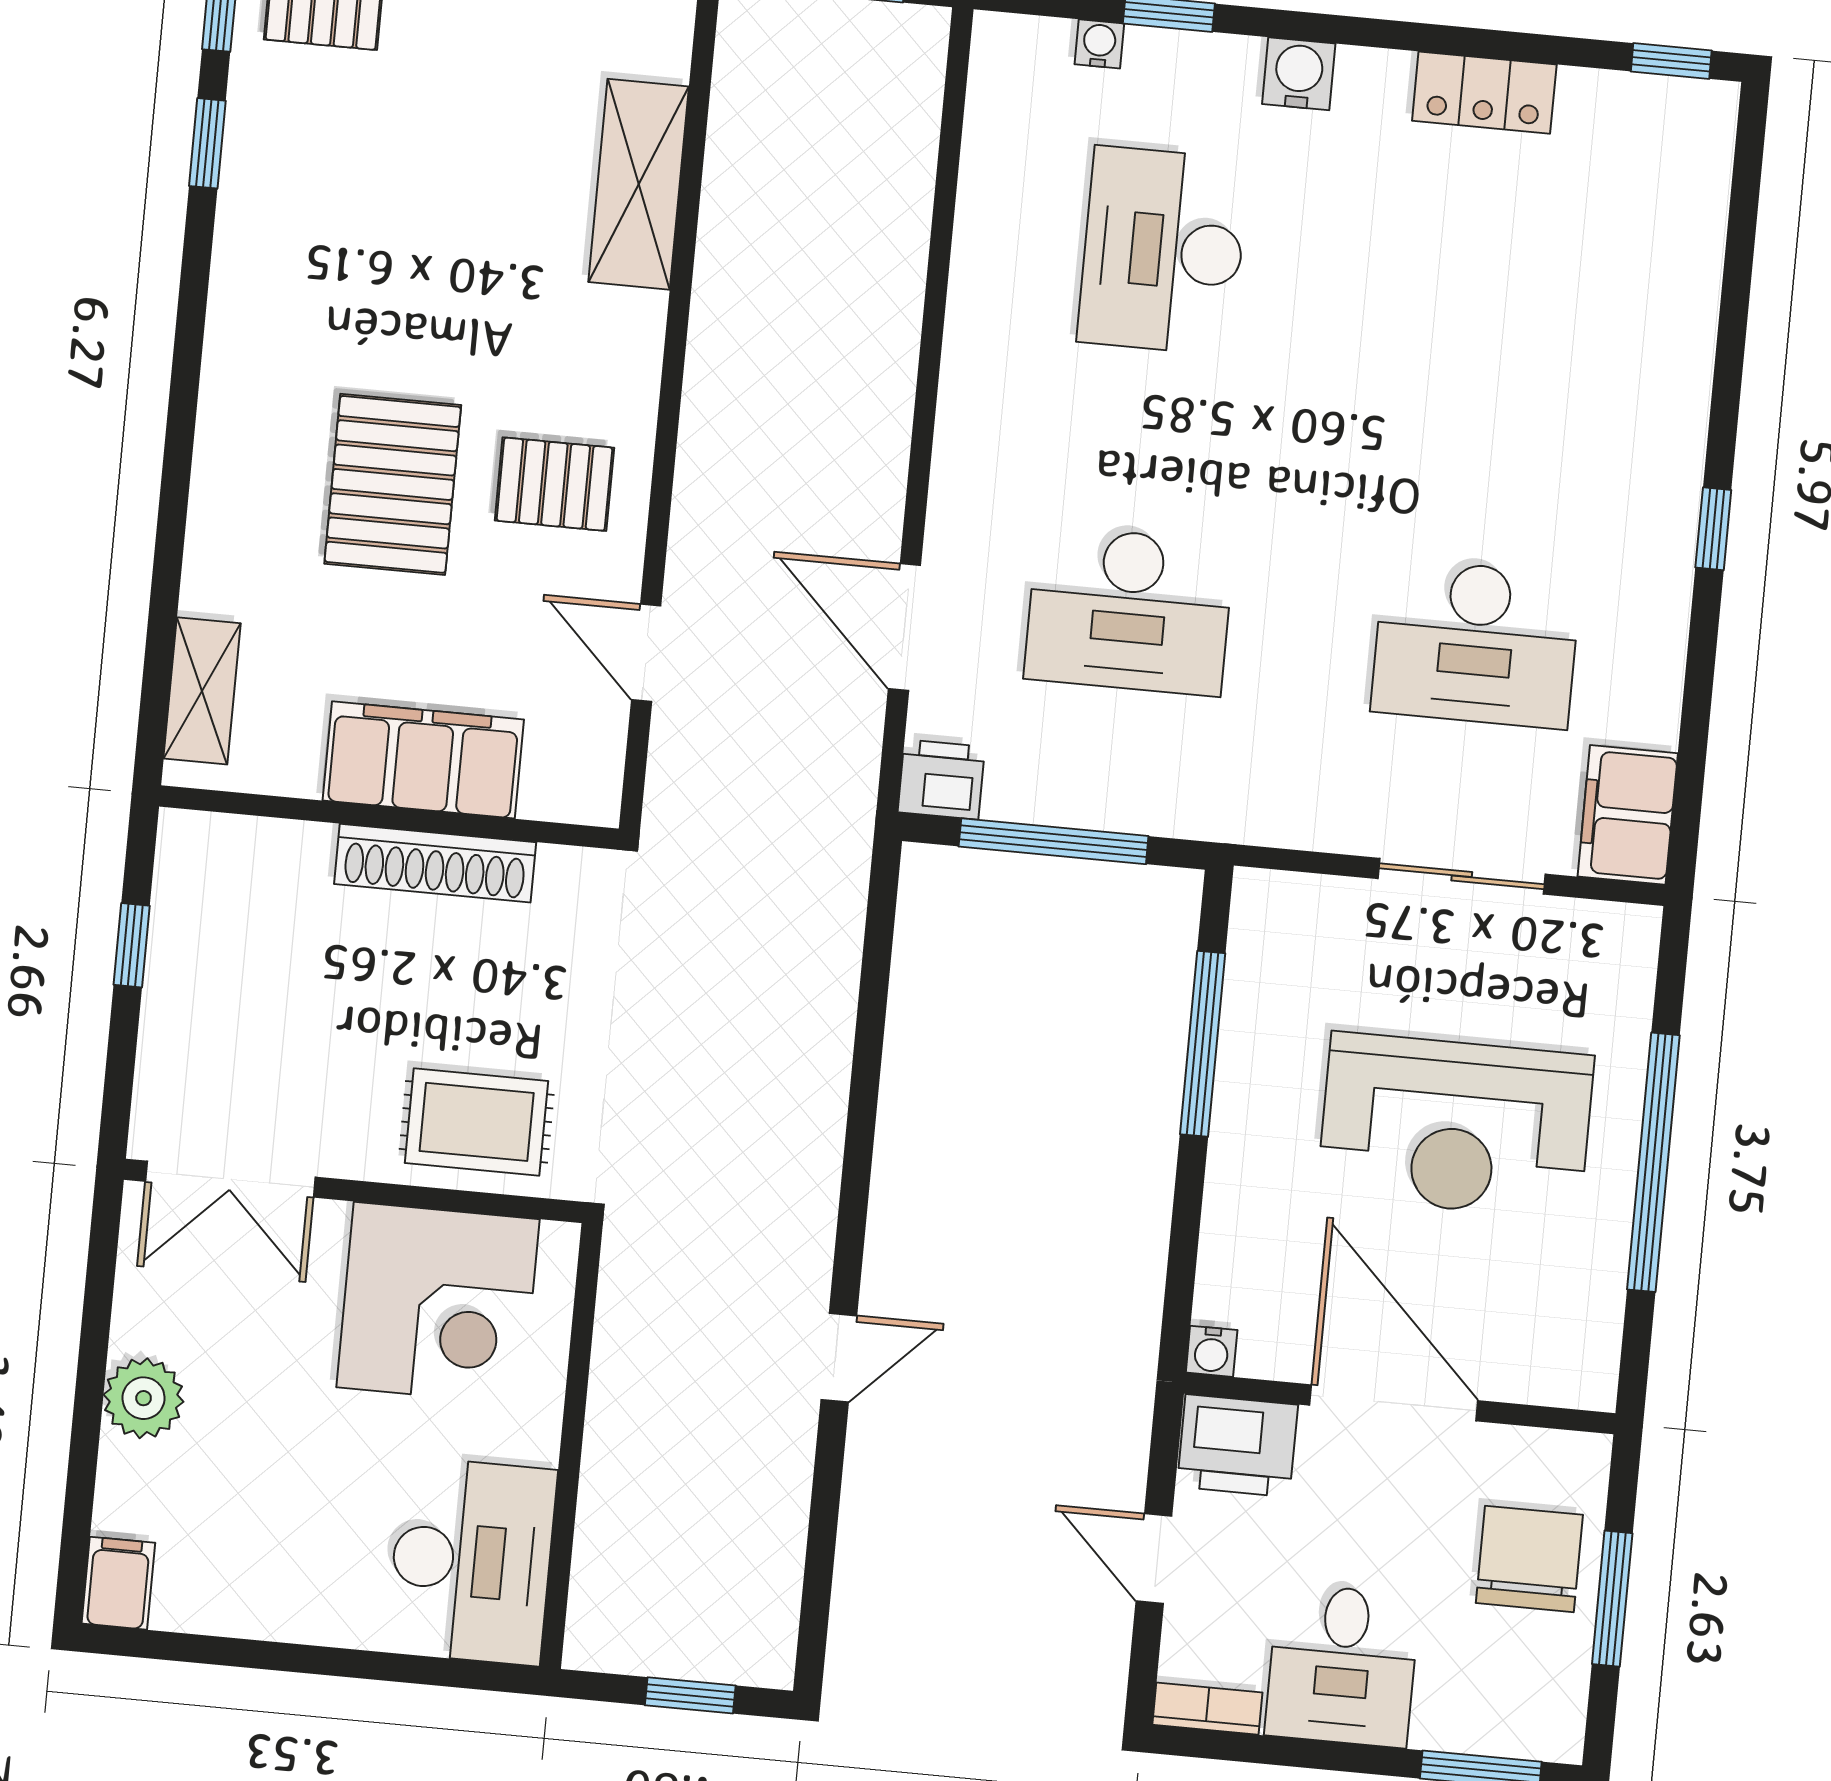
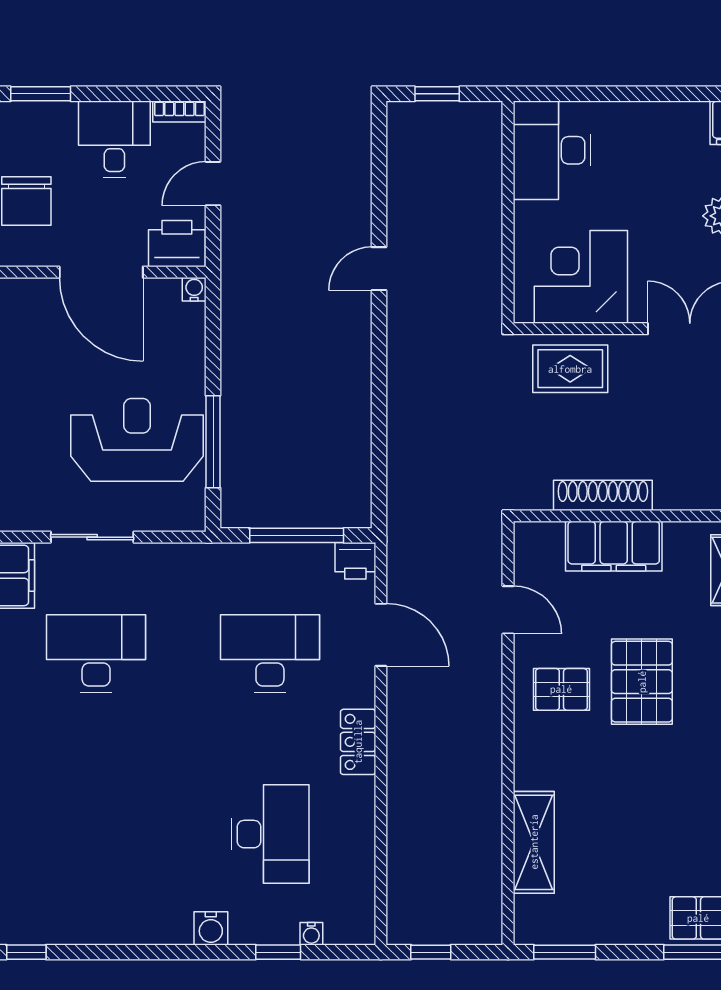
locker: (1484, 93) -> (358, 742), moved, turned -90
reception desk: (1455, 1126) -> (137, 440), moved
door: (1154, 1559) -> (213, 184), swing flipped

